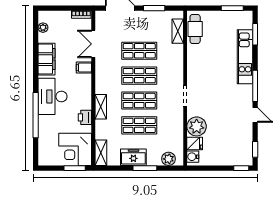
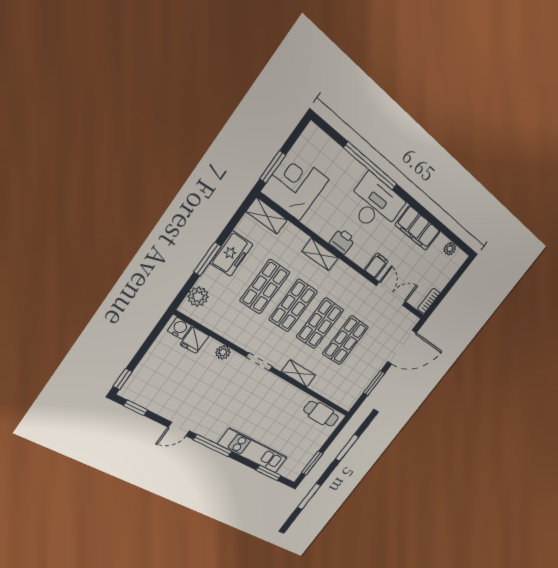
shelving: (178, 31) -> (298, 373), moved
printer: (85, 117) -> (342, 241), moved
plant: (197, 126) -> (223, 352), width x0.53, depth x0.53

